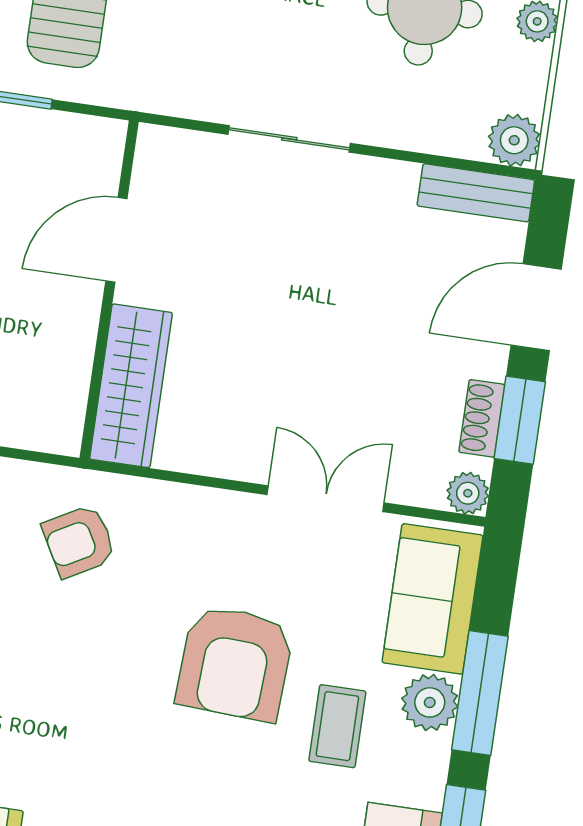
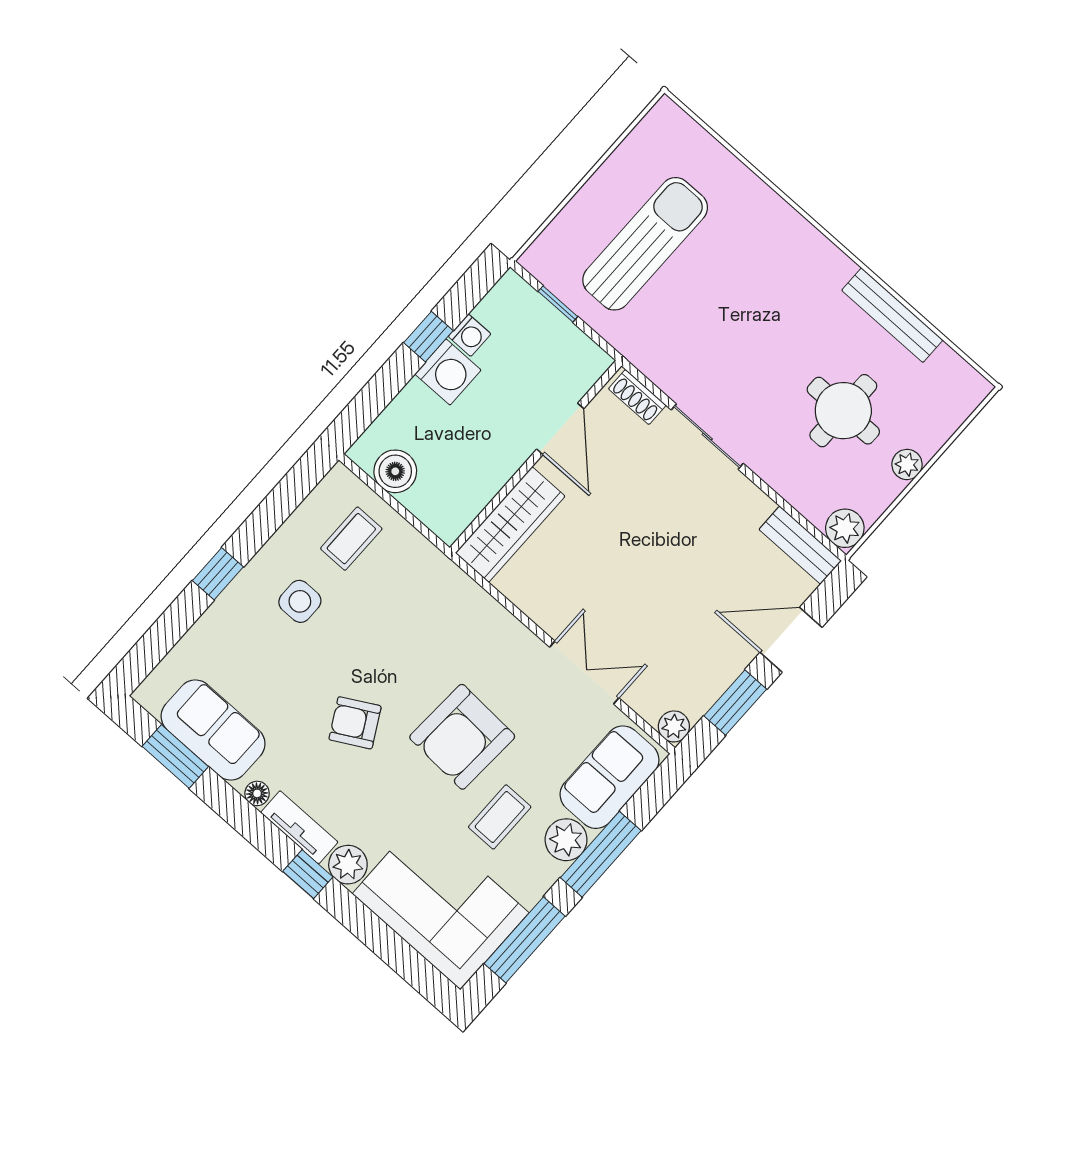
door: (116, 240) -> (560, 429), swing flipped
shoe rack: (482, 418) -> (637, 397), moved, turned -90
armchair: (79, 541) -> (355, 723), moved

